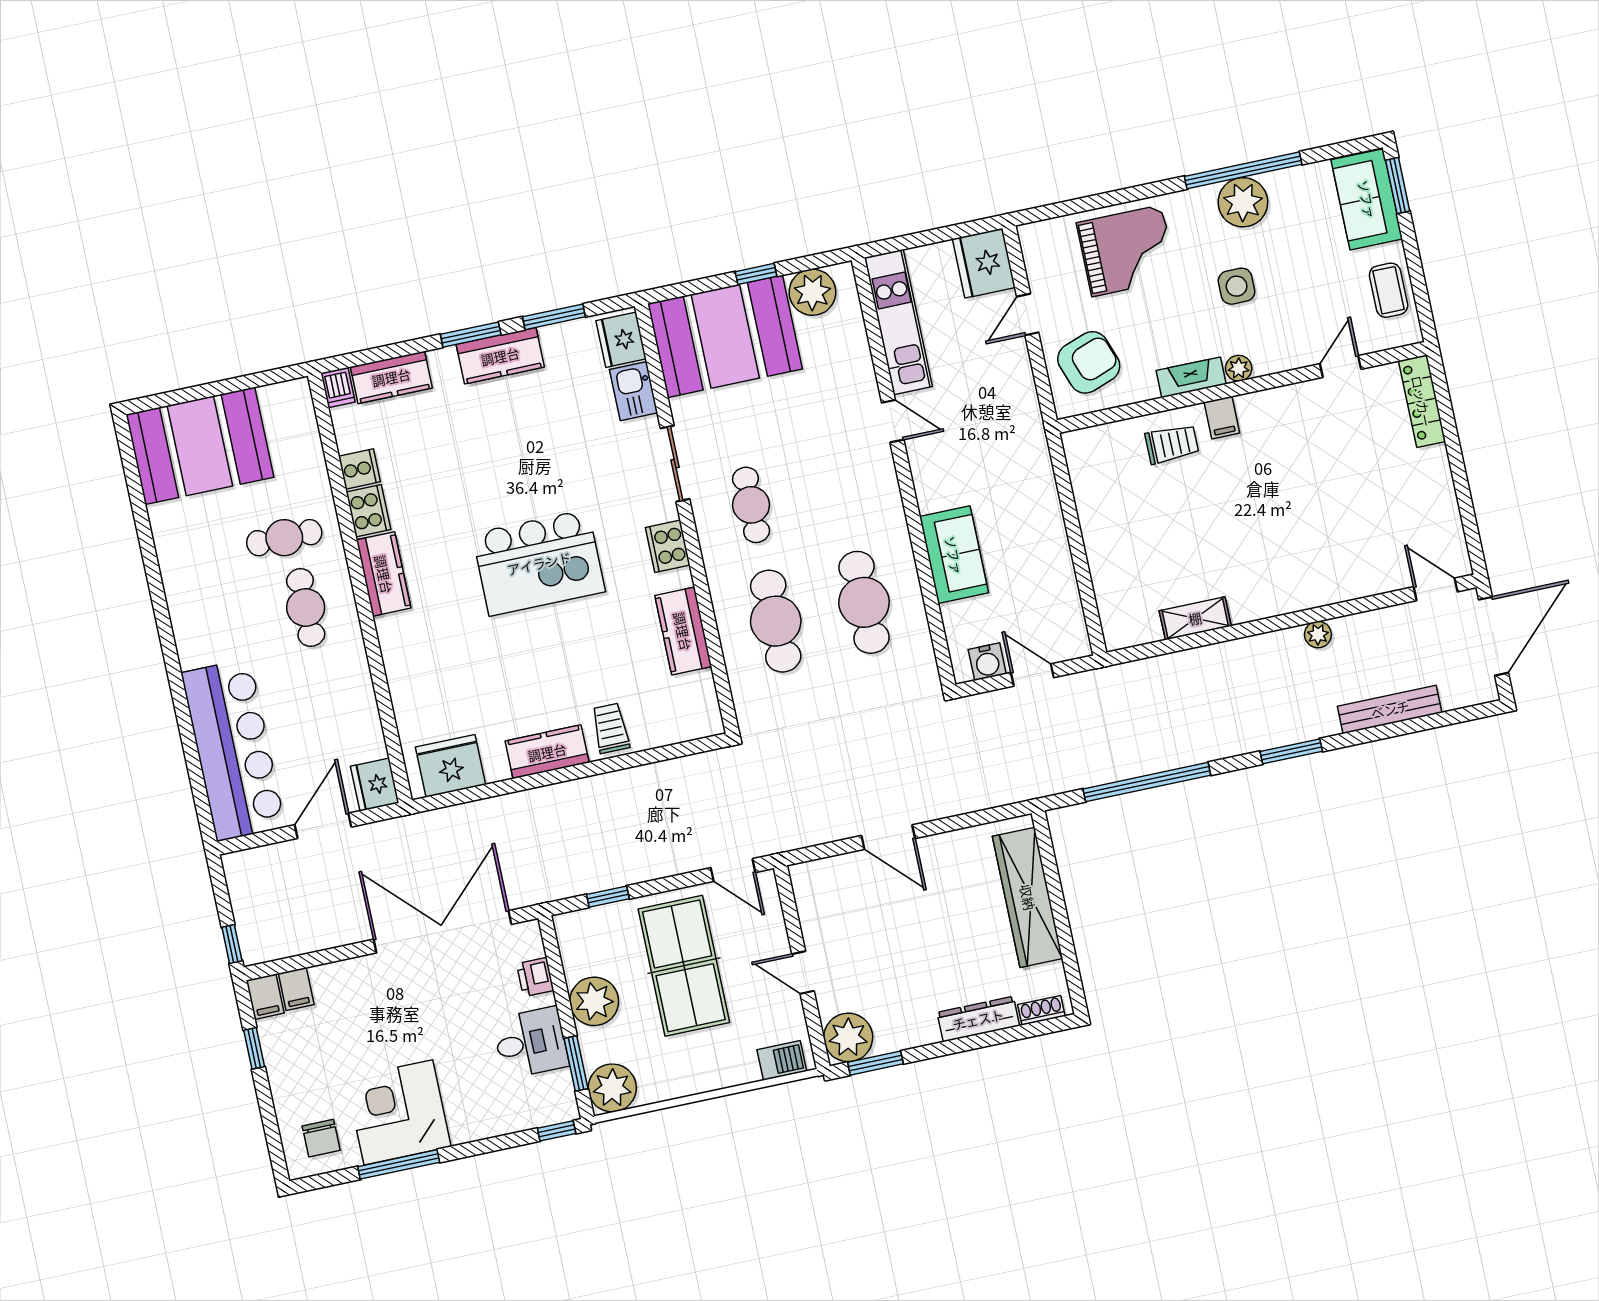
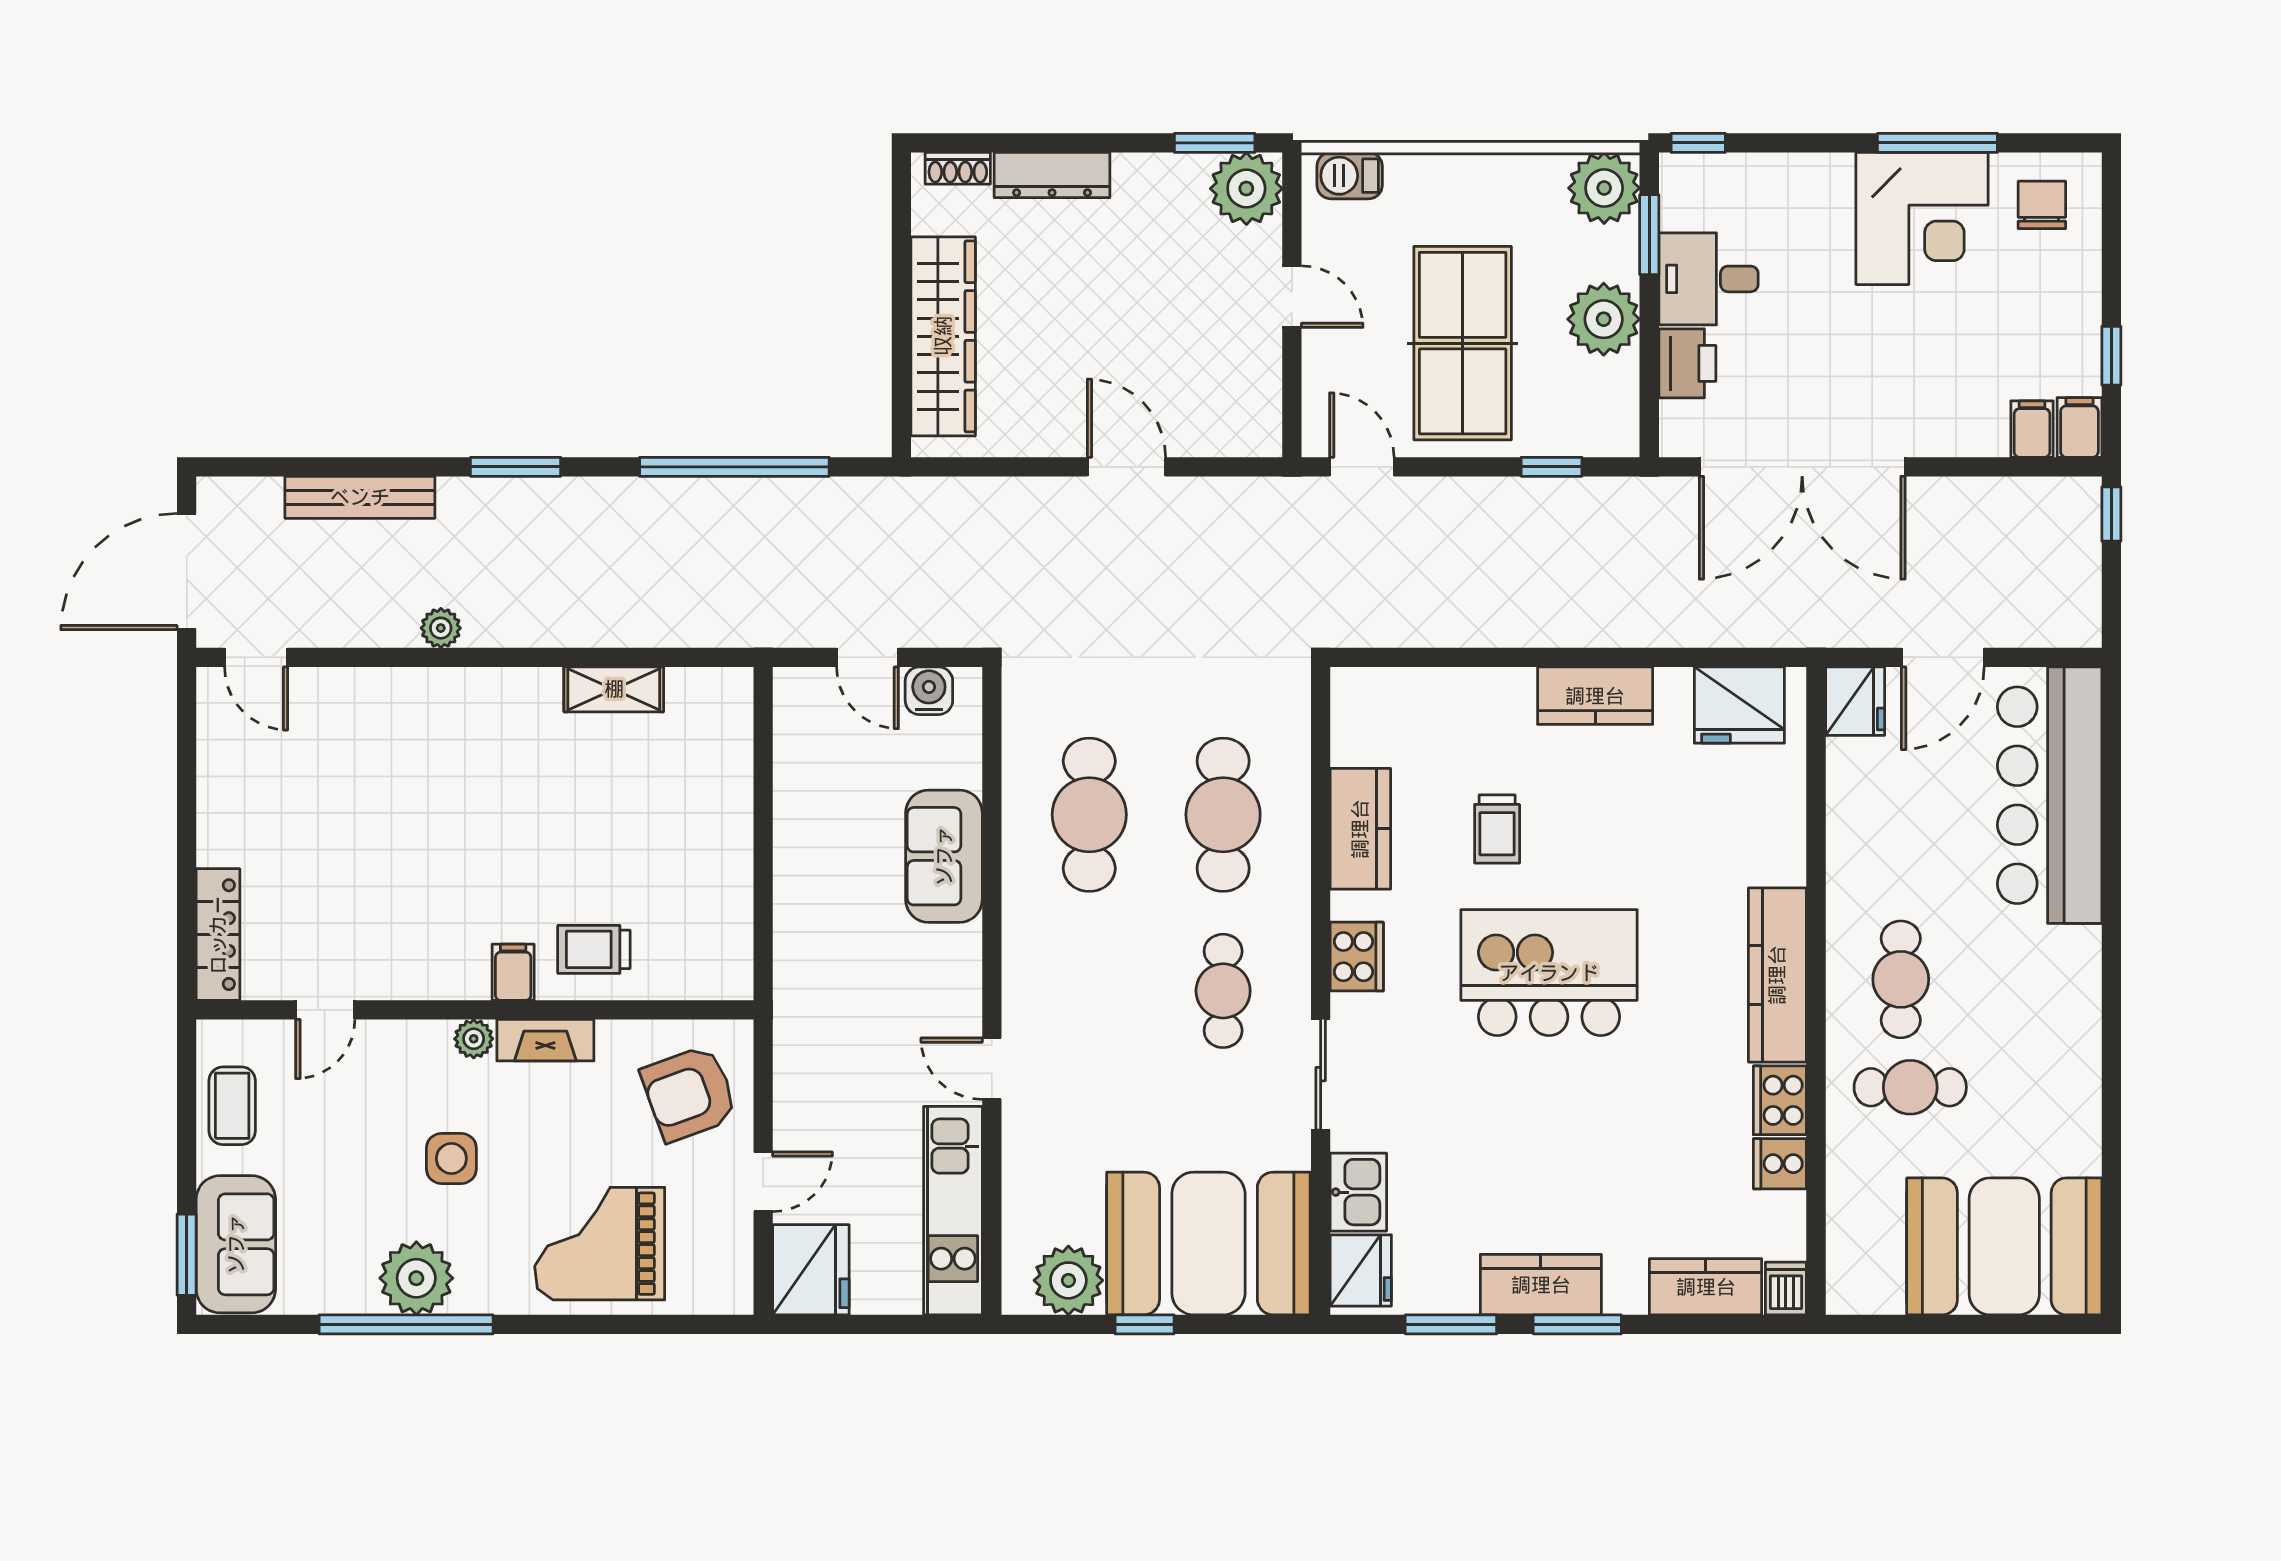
kitchen counter: (384, 574) -> (1777, 975), width x1.50
trolley: (611, 728) -> (1497, 829), moved
printer: (535, 977) -> (1687, 363), width x1.36, depth x1.24

